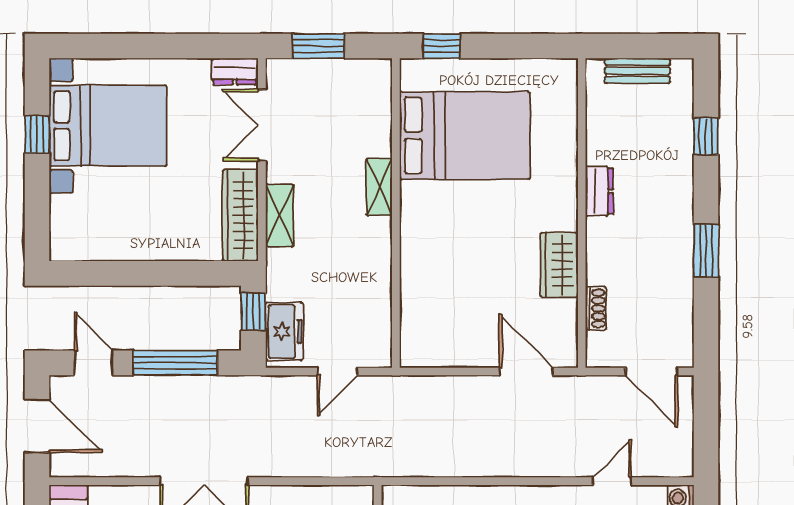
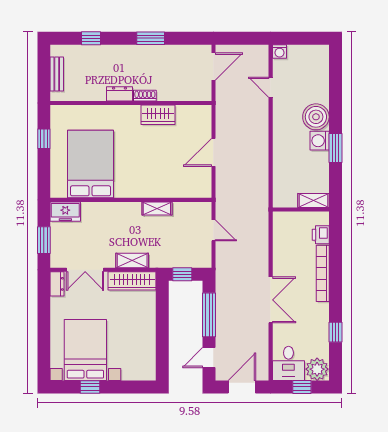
window: (442, 46) -> (44, 139), moved
shelving: (379, 187) -> (157, 209), moved
shoe rack: (596, 308) -> (145, 96), moved
freezer: (284, 331) -> (65, 212), moved, turned 180
door: (526, 371) -> (213, 152), moved

